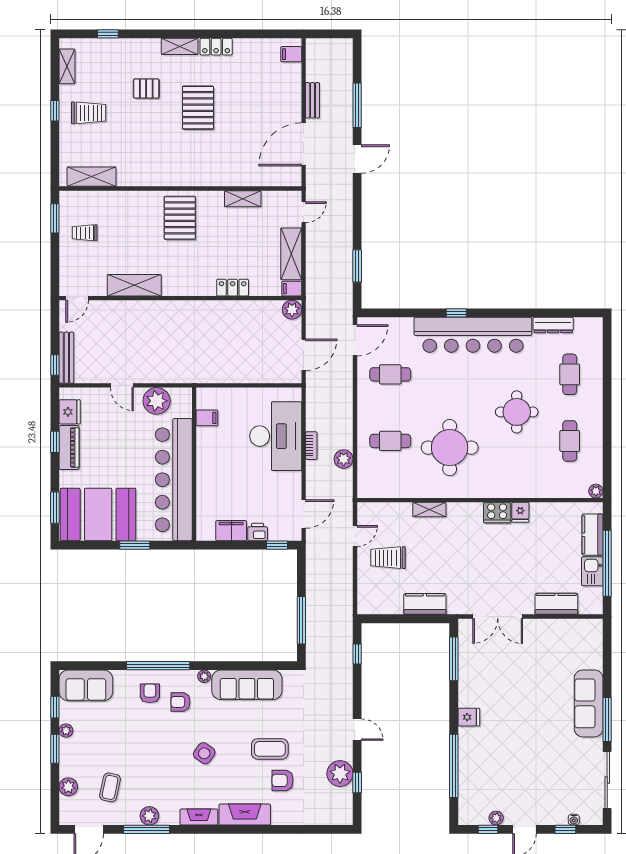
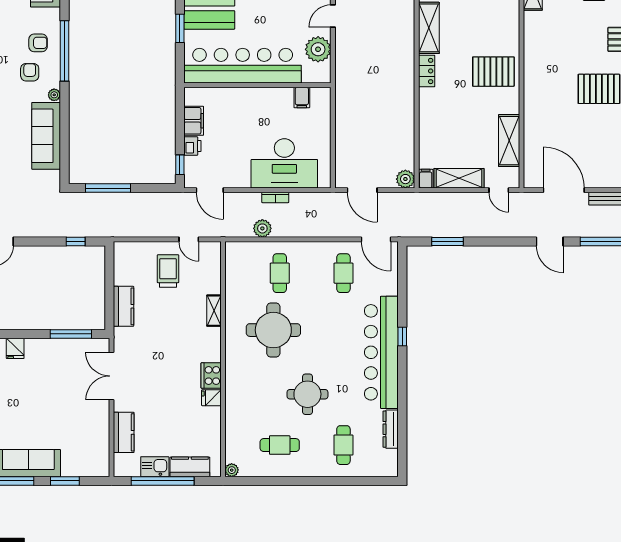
shelving: (243, 199) -> (509, 141), width x1.50, depth x1.33
locker: (233, 288) -> (427, 71), moved
cafe table: (570, 374) -> (343, 445), turned 90
window: (607, 665) -> (65, 481), added

